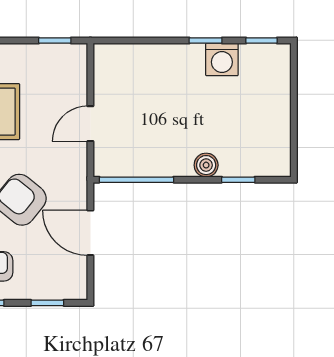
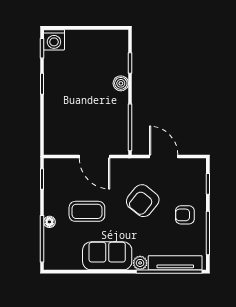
washing machine: (222, 59) -> (54, 40), moved, turned 90
door: (90, 124) -> (95, 157), width x1.38
door: (90, 233) -> (164, 157), swing flipped

